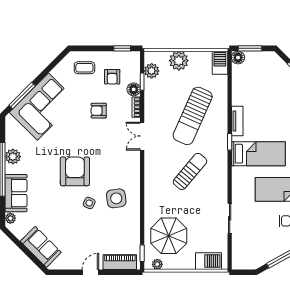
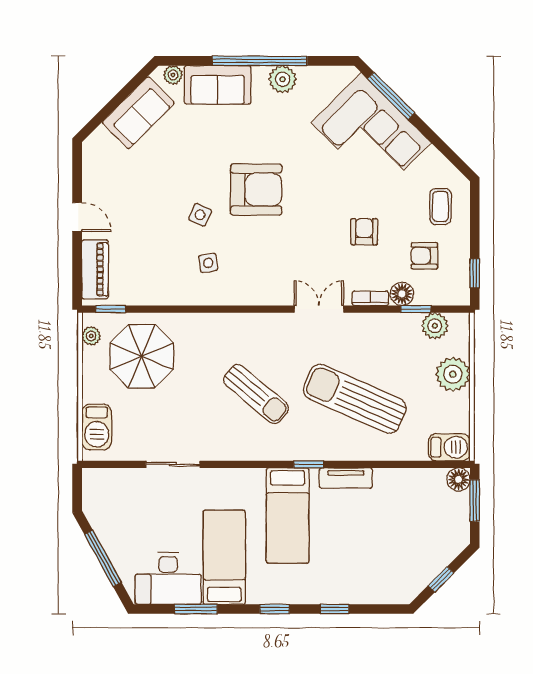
side table: (116, 198) -> (208, 263), width x0.54, depth x0.54
sofa: (41, 247) -> (138, 113), moved

